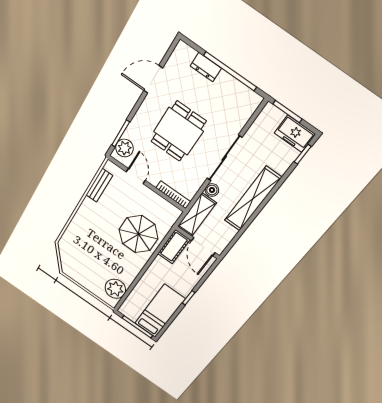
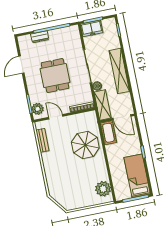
freezer: (295, 134) -> (92, 28), moved

